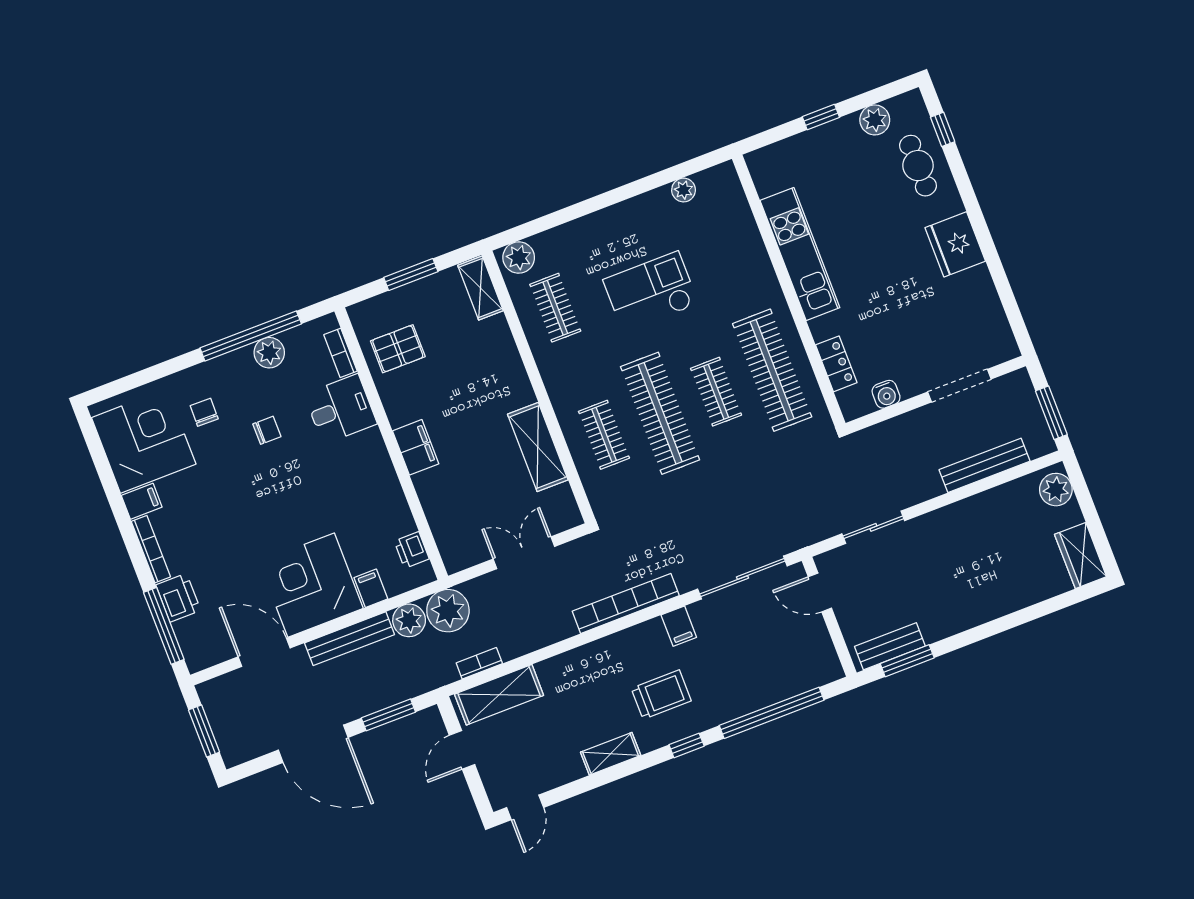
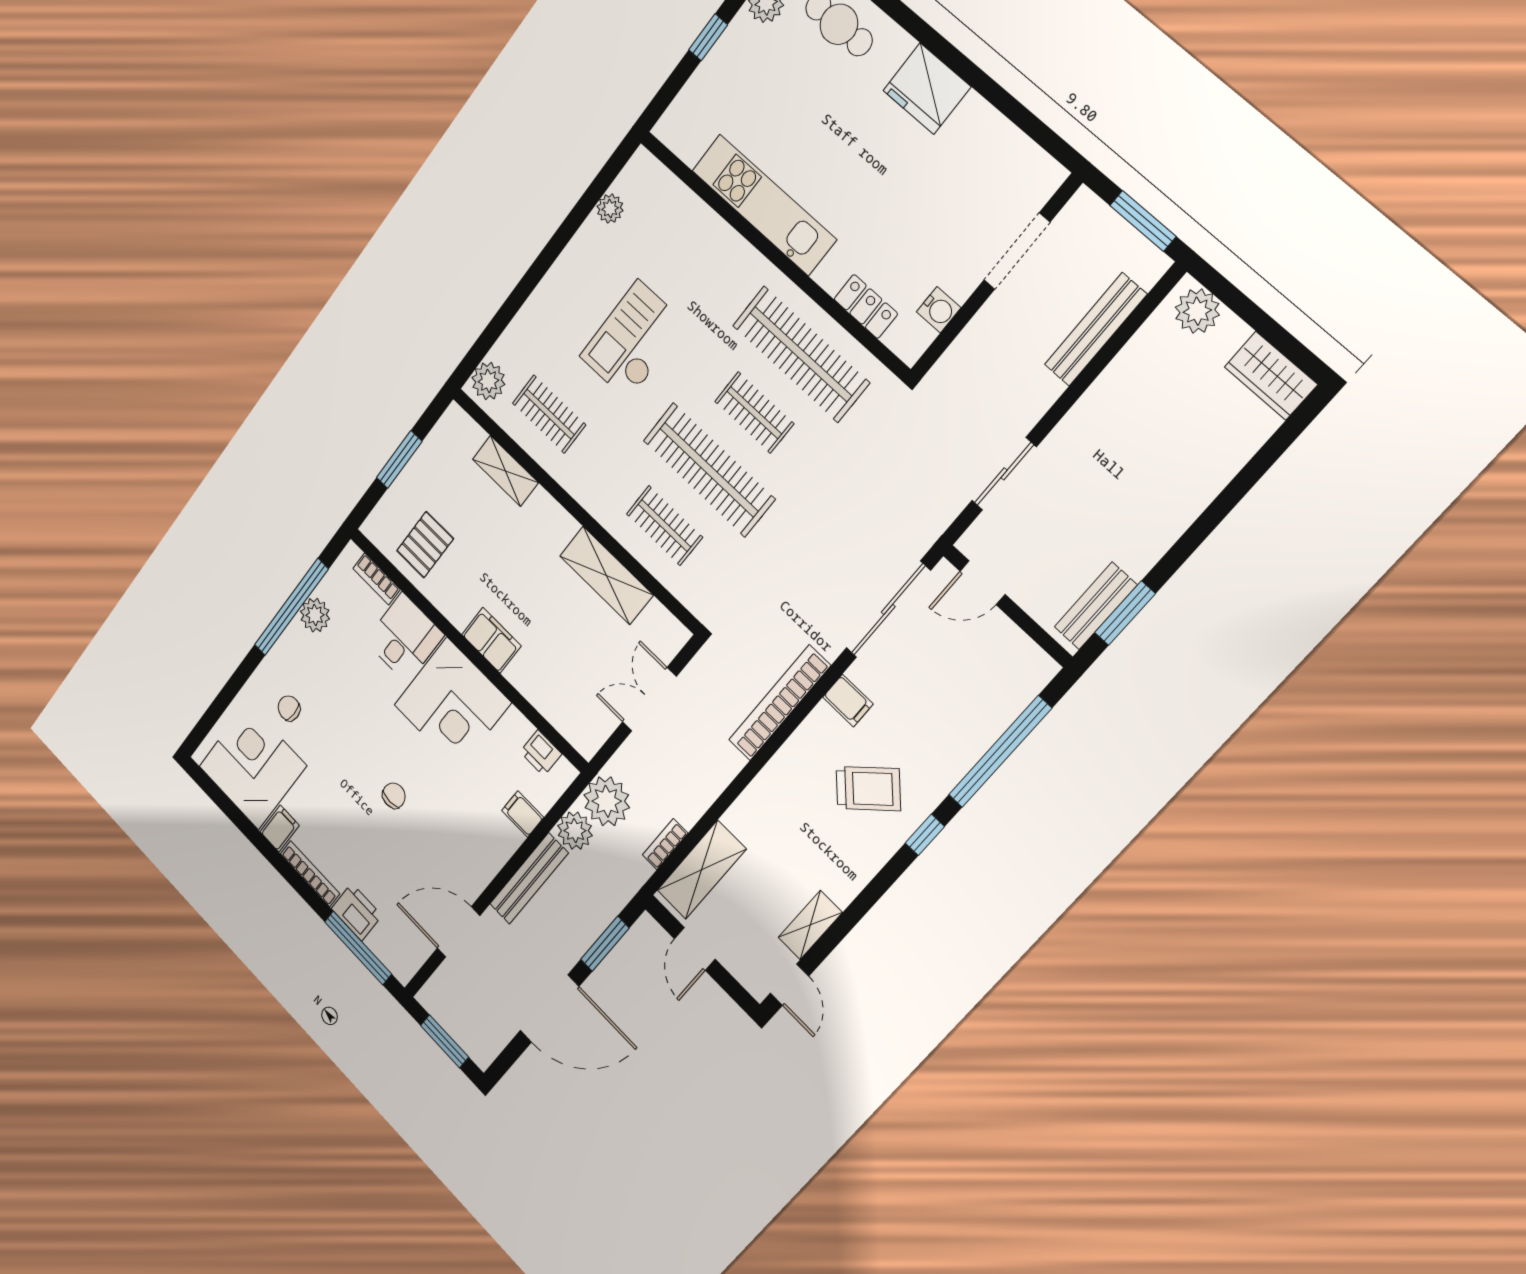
shelving: (480, 288) -> (505, 471), moved
chair: (267, 430) -> (394, 796), moved
corner desk: (311, 585) -> (452, 704), moved, turned -90
trolley: (661, 695) -> (868, 789), turned 47
shelving: (611, 754) -> (810, 925), moved

